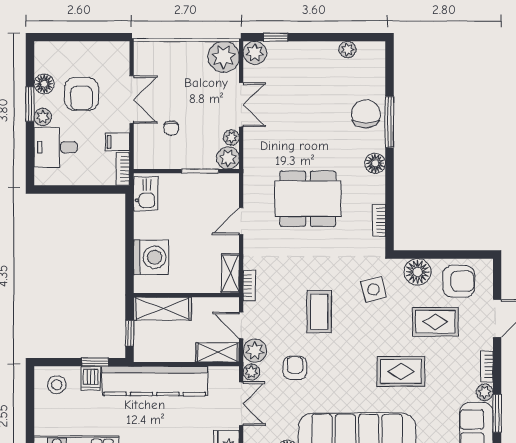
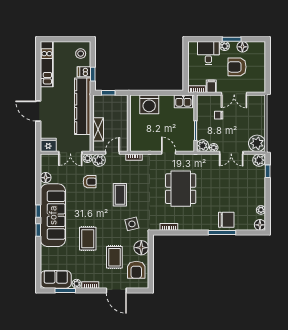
floor lamp: (375, 163) -> (260, 225), moved
shelving: (230, 273) -> (141, 147), removed
shelving: (162, 309) -> (122, 110), removed
coffee table: (319, 312) -> (120, 195), turned 90
shelving: (218, 352) -> (98, 129), moved

